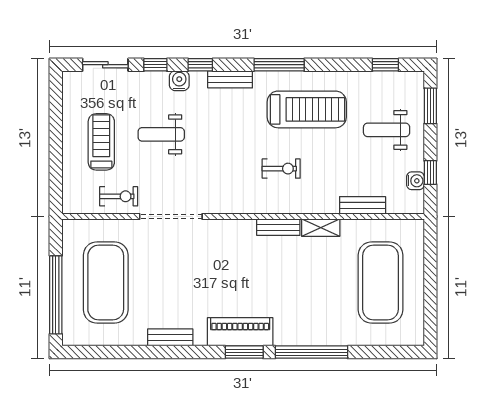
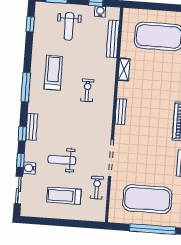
bench: (230, 79) -> (32, 127), moved
water cooler: (179, 81) -> (29, 168), moved
treadmill: (307, 109) -> (53, 73), width x0.73, depth x0.73
weight bench: (161, 134) -> (62, 160), turned 90
bench: (363, 205) -> (113, 39), width x1.36
bench: (278, 227) -> (121, 111), moved

